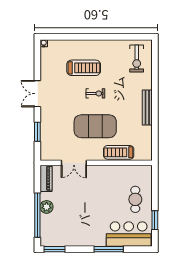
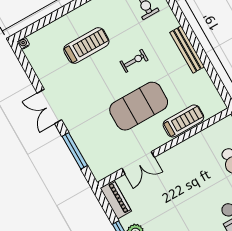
exercise bike: (95, 93) -> (134, 61), moved
window: (37, 132) -> (75, 151), width x1.44
treadmill: (119, 152) -> (183, 121), turned 180

